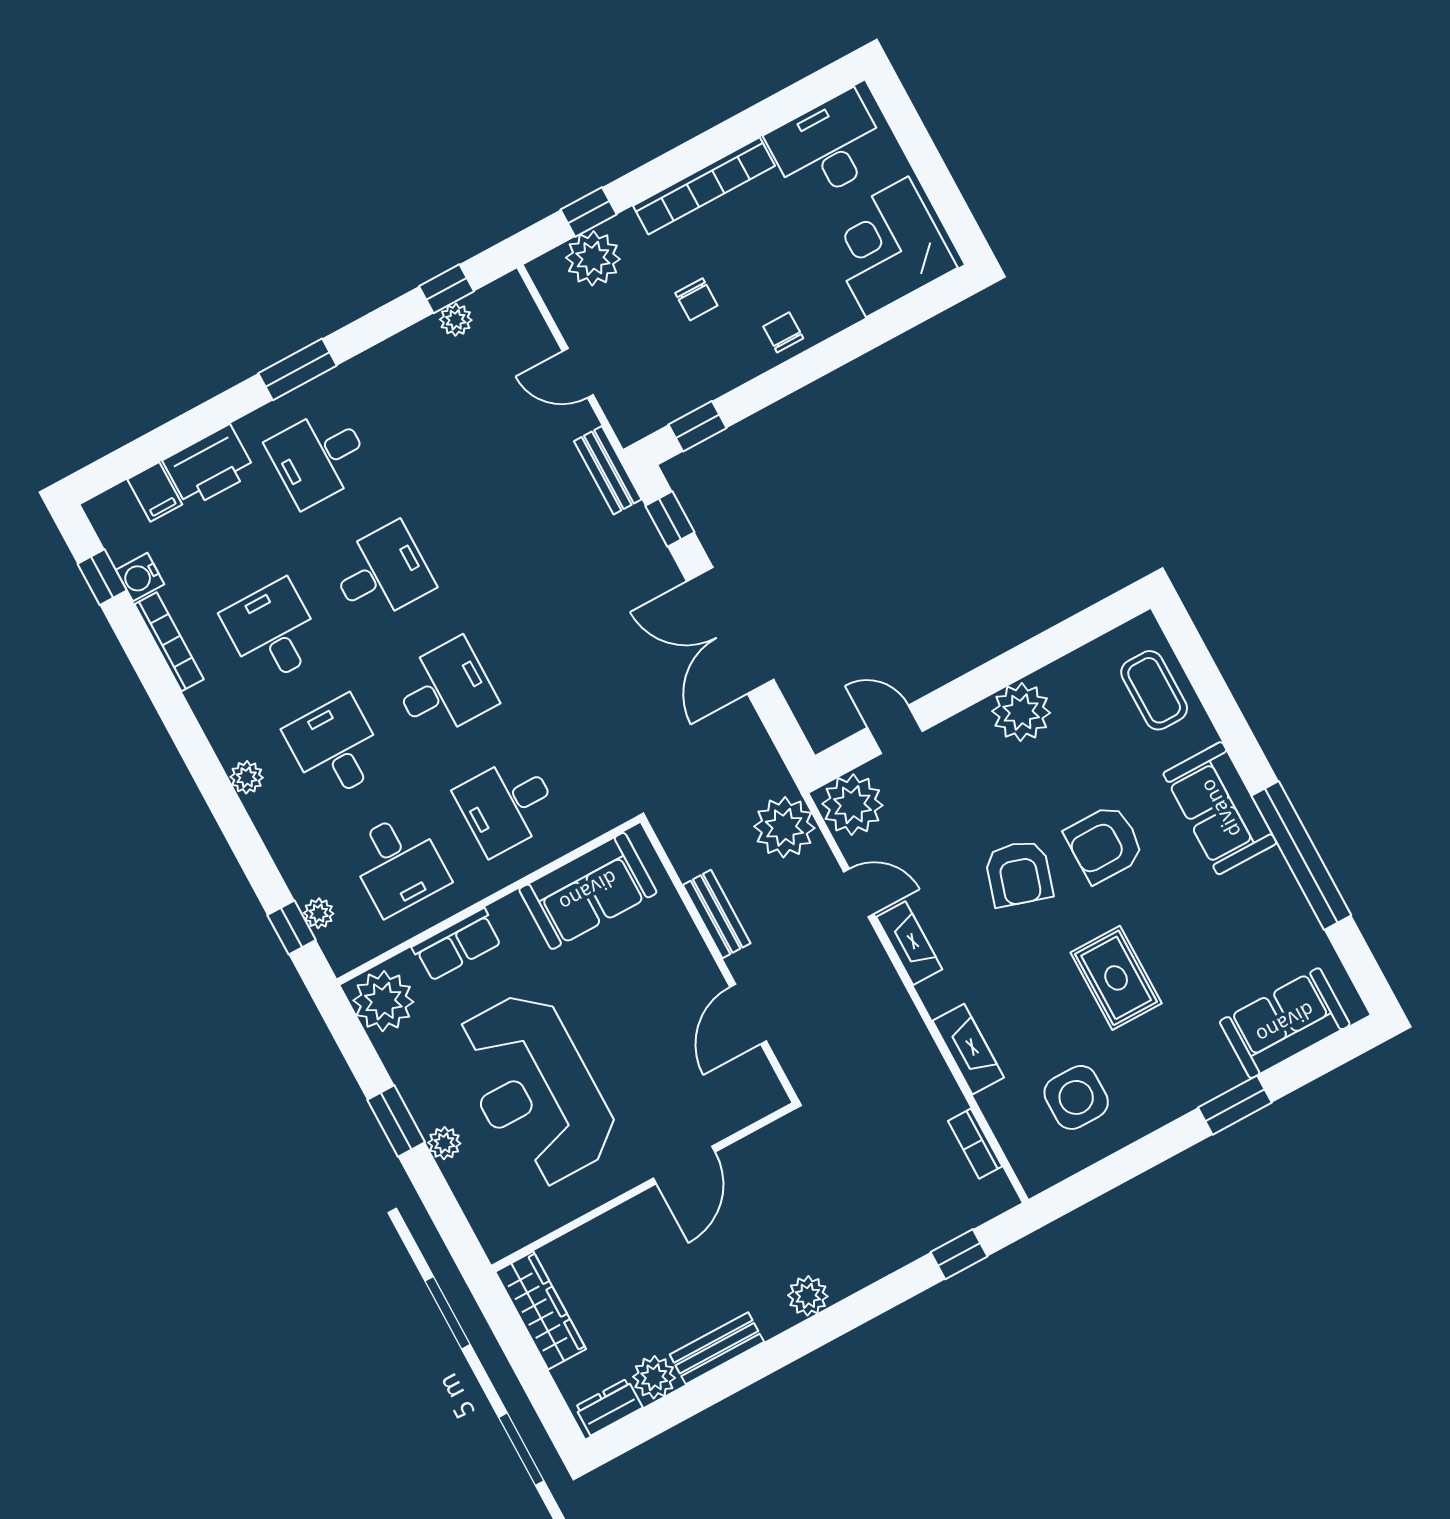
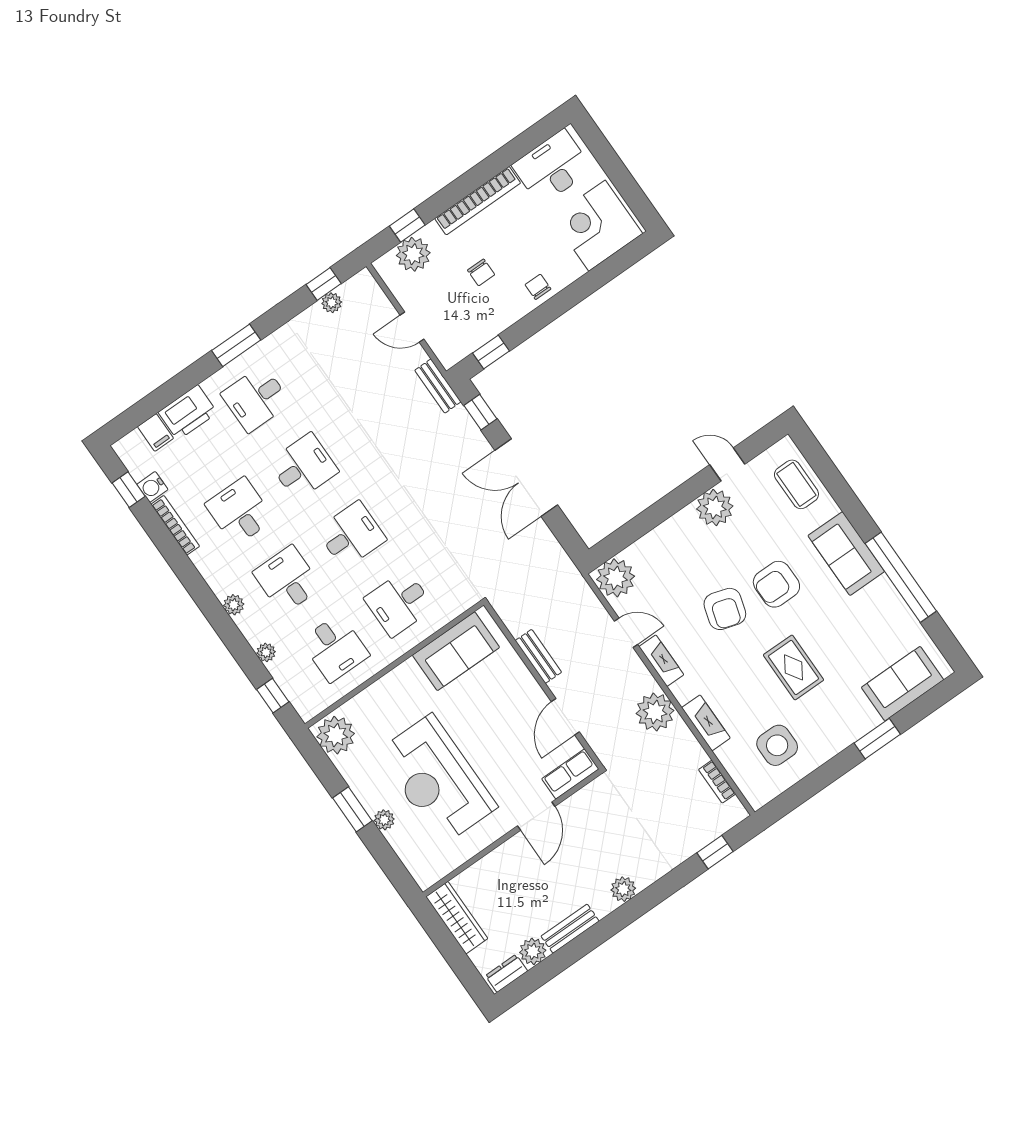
door: (895, 729) -> (727, 464), moved
plant: (784, 827) -> (655, 712), moved
plant: (319, 913) -> (266, 652), moved
row of seats: (457, 945) -> (570, 774), moved, turned 180

